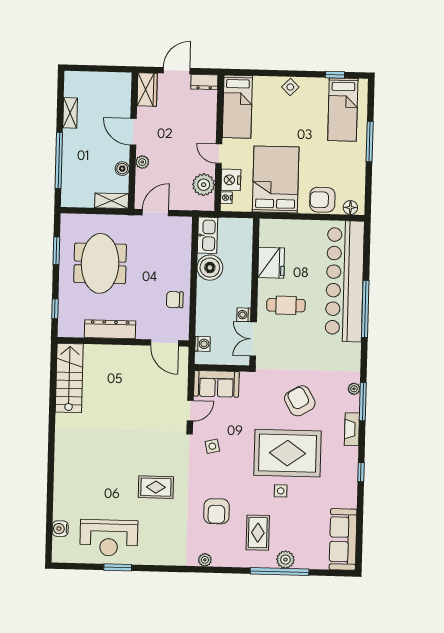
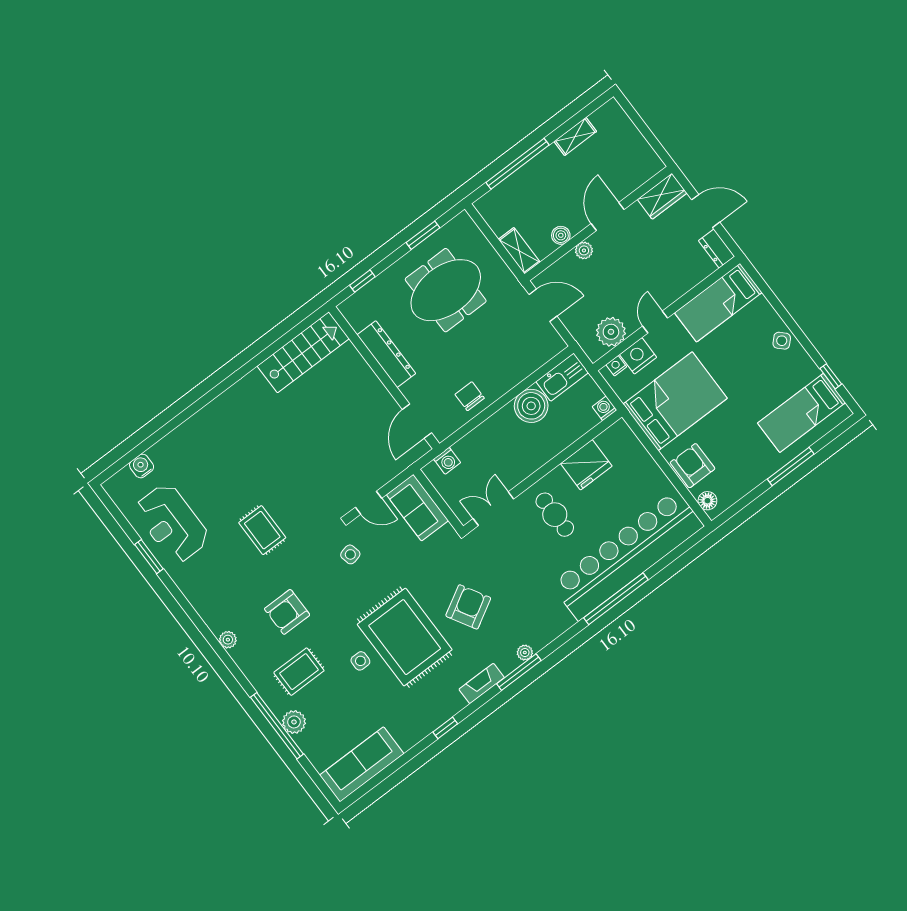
washing machine: (244, 315) -> (605, 408), moved

